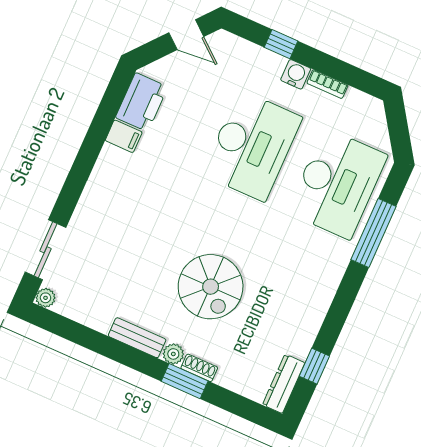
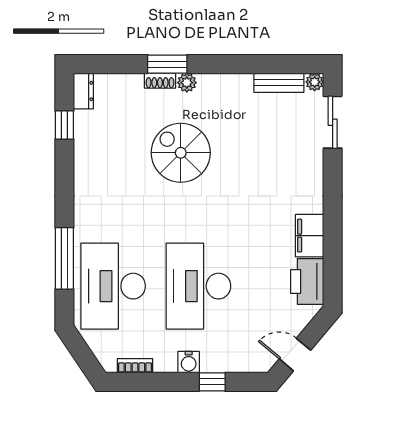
bookcase: (327, 84) -> (135, 366), moved
filing cabinet: (124, 136) -> (309, 236), width x2.00
bench: (137, 338) -> (279, 83), moved
dresser: (284, 384) -> (83, 91), width x0.70

